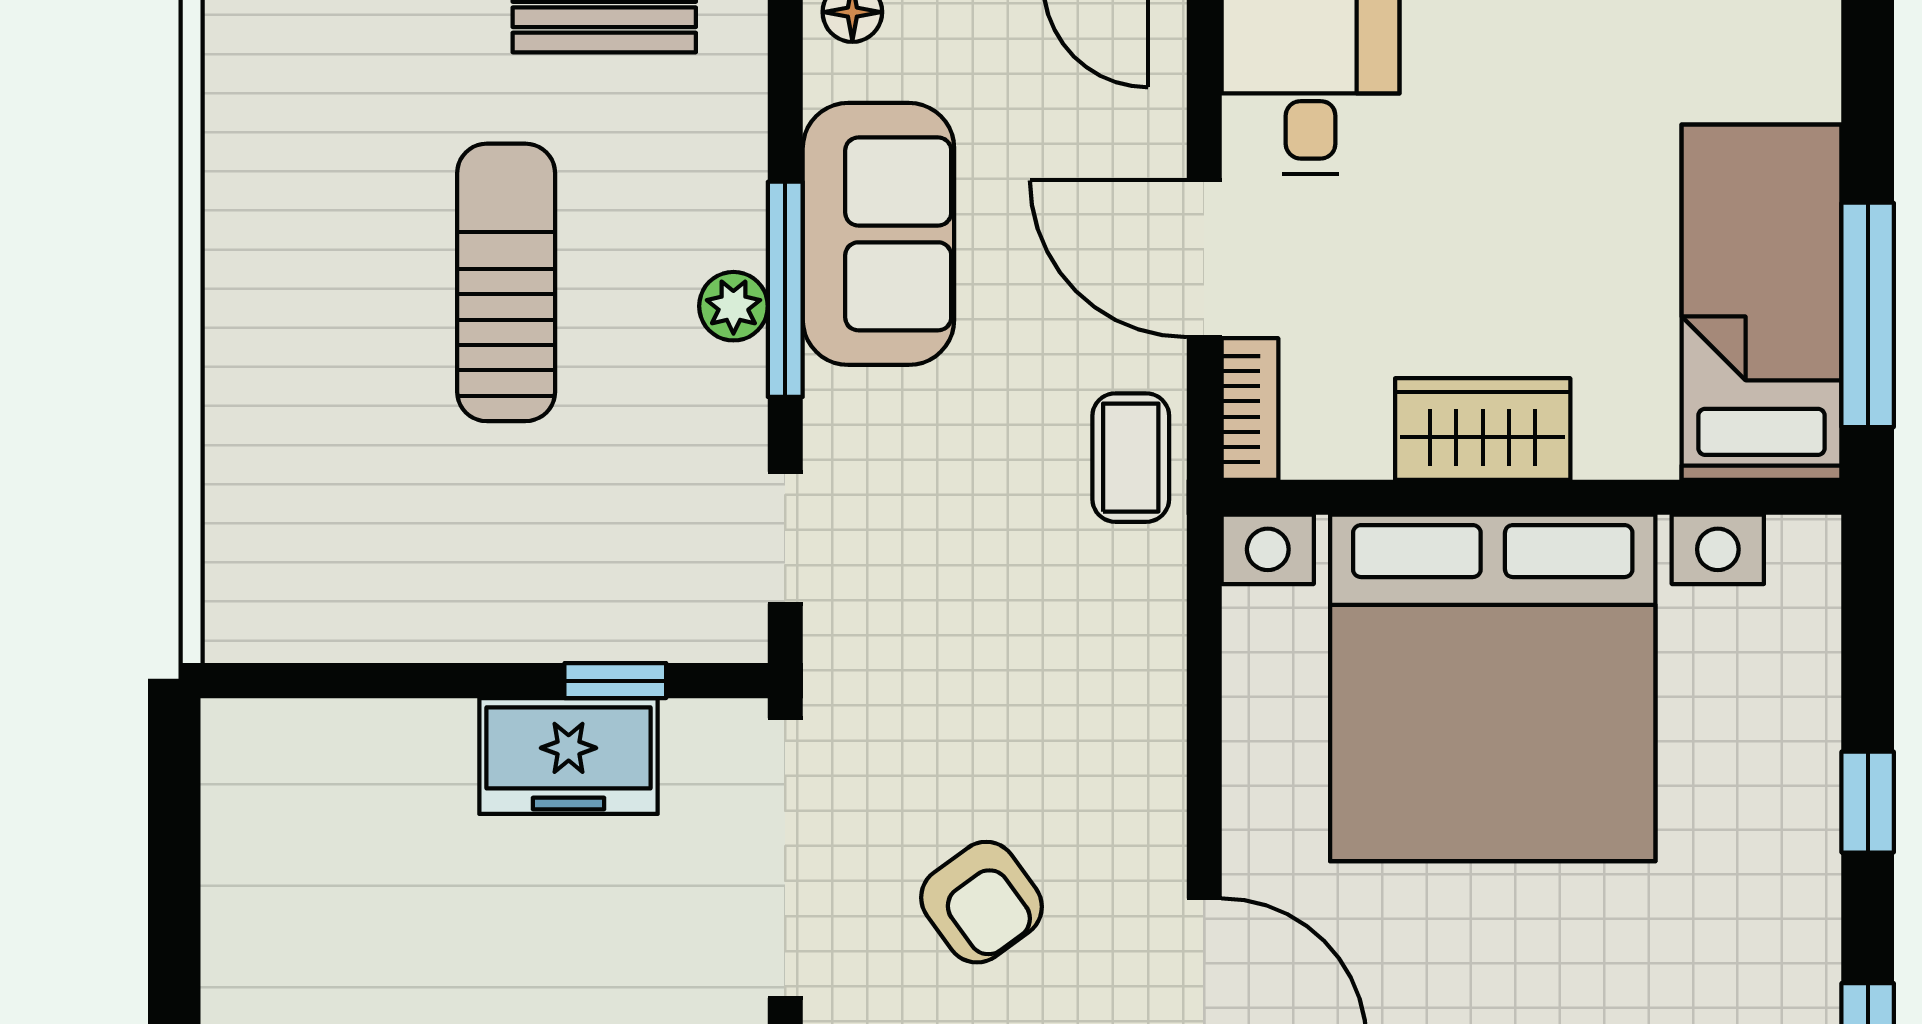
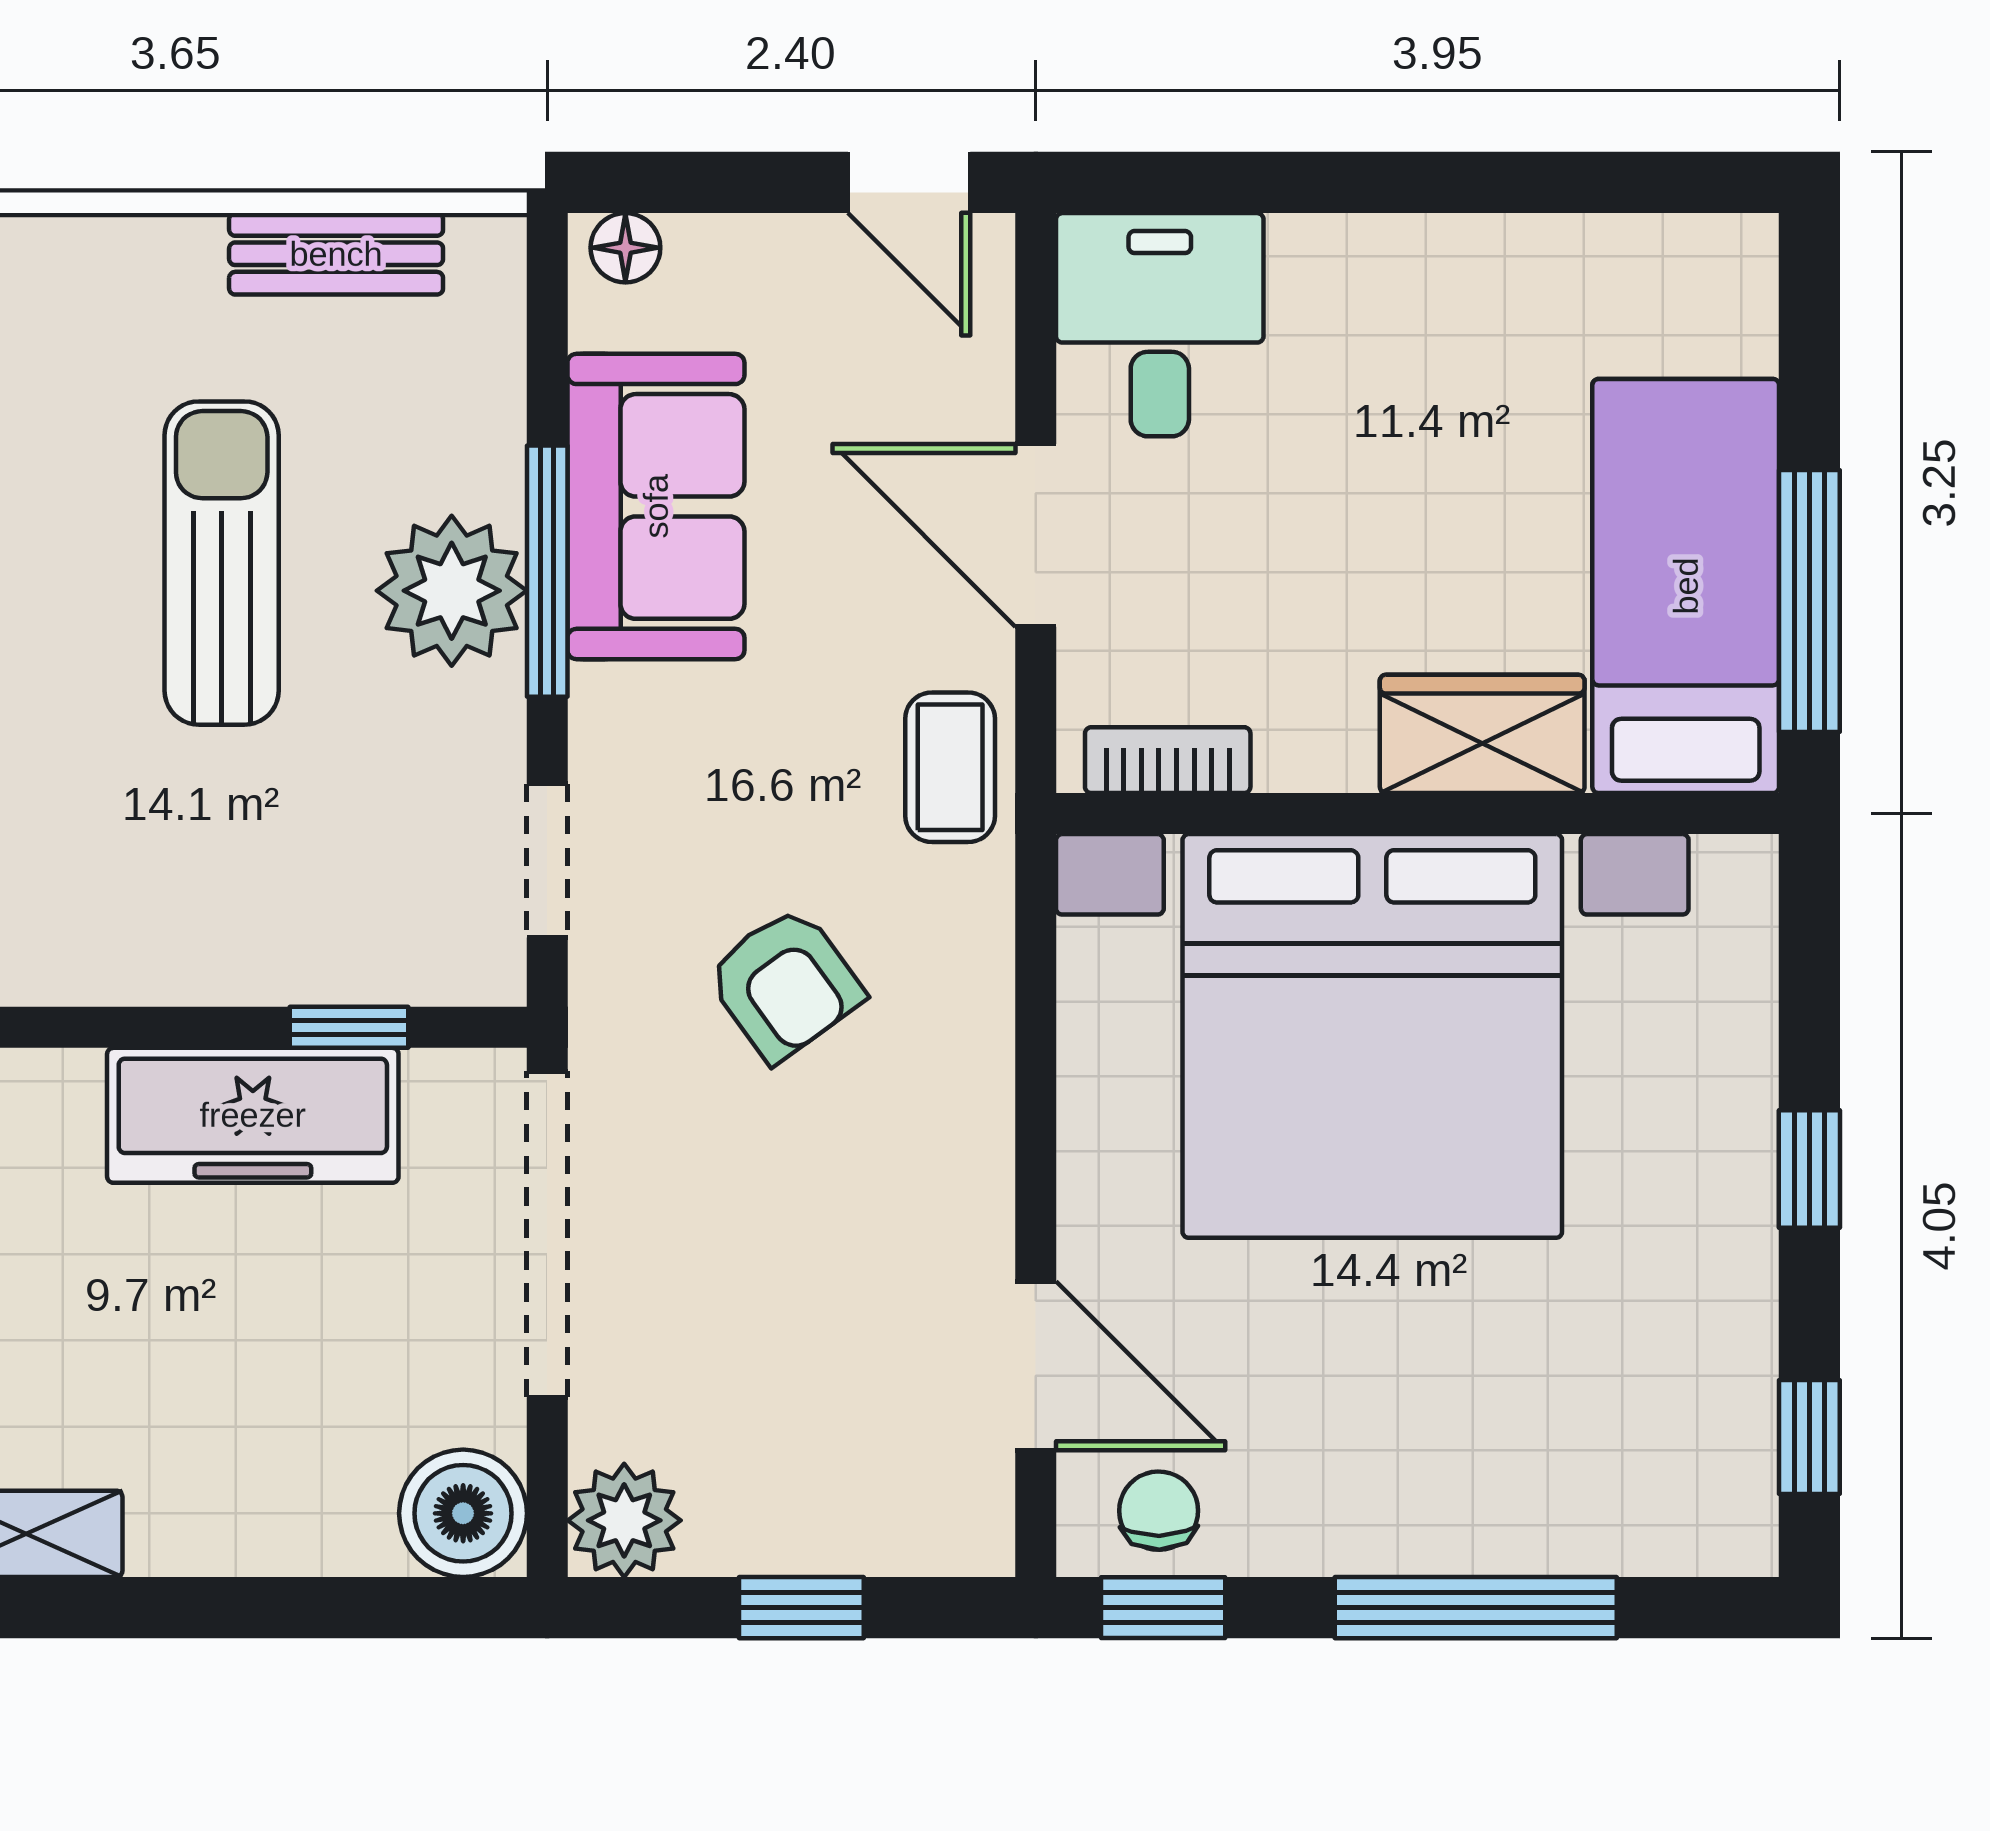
plant: (733, 306) -> (452, 591), width x1.88, depth x1.88
bookcase: (1250, 409) -> (1168, 760), moved, turned -90
wardrobe: (1483, 429) -> (1482, 734), moved
freezer: (569, 756) -> (253, 1115), width x1.40
armchair: (982, 902) -> (785, 984), moved

